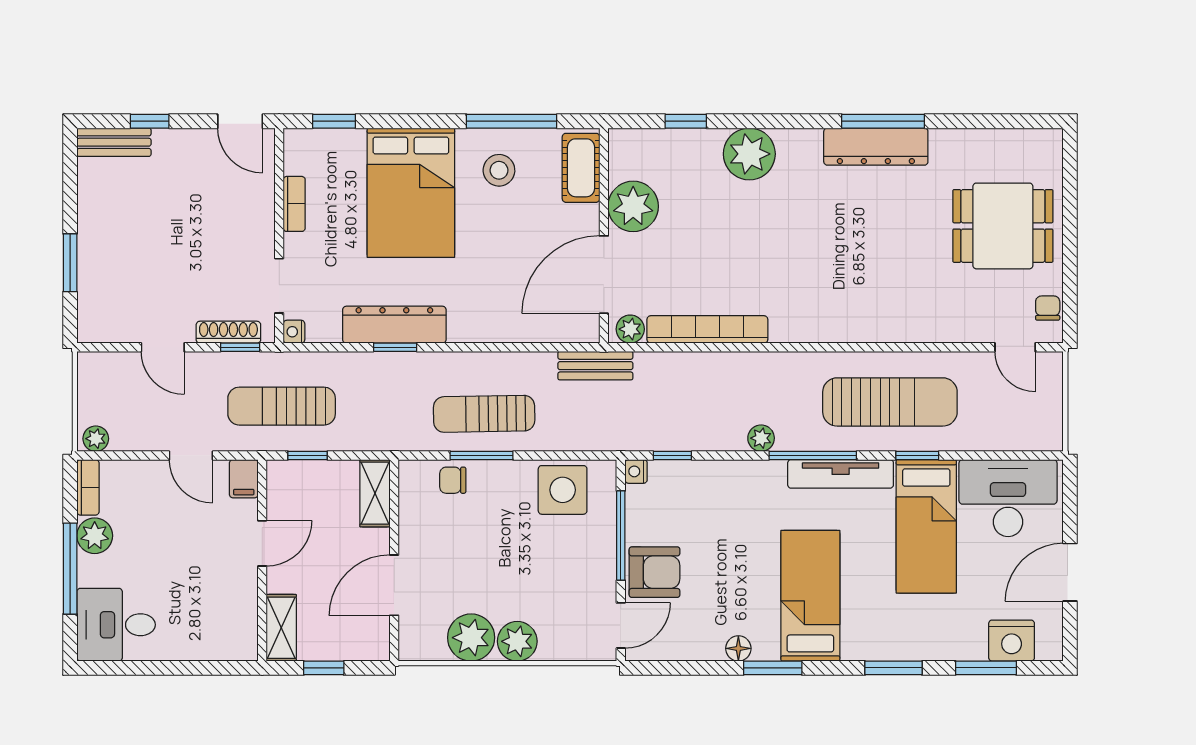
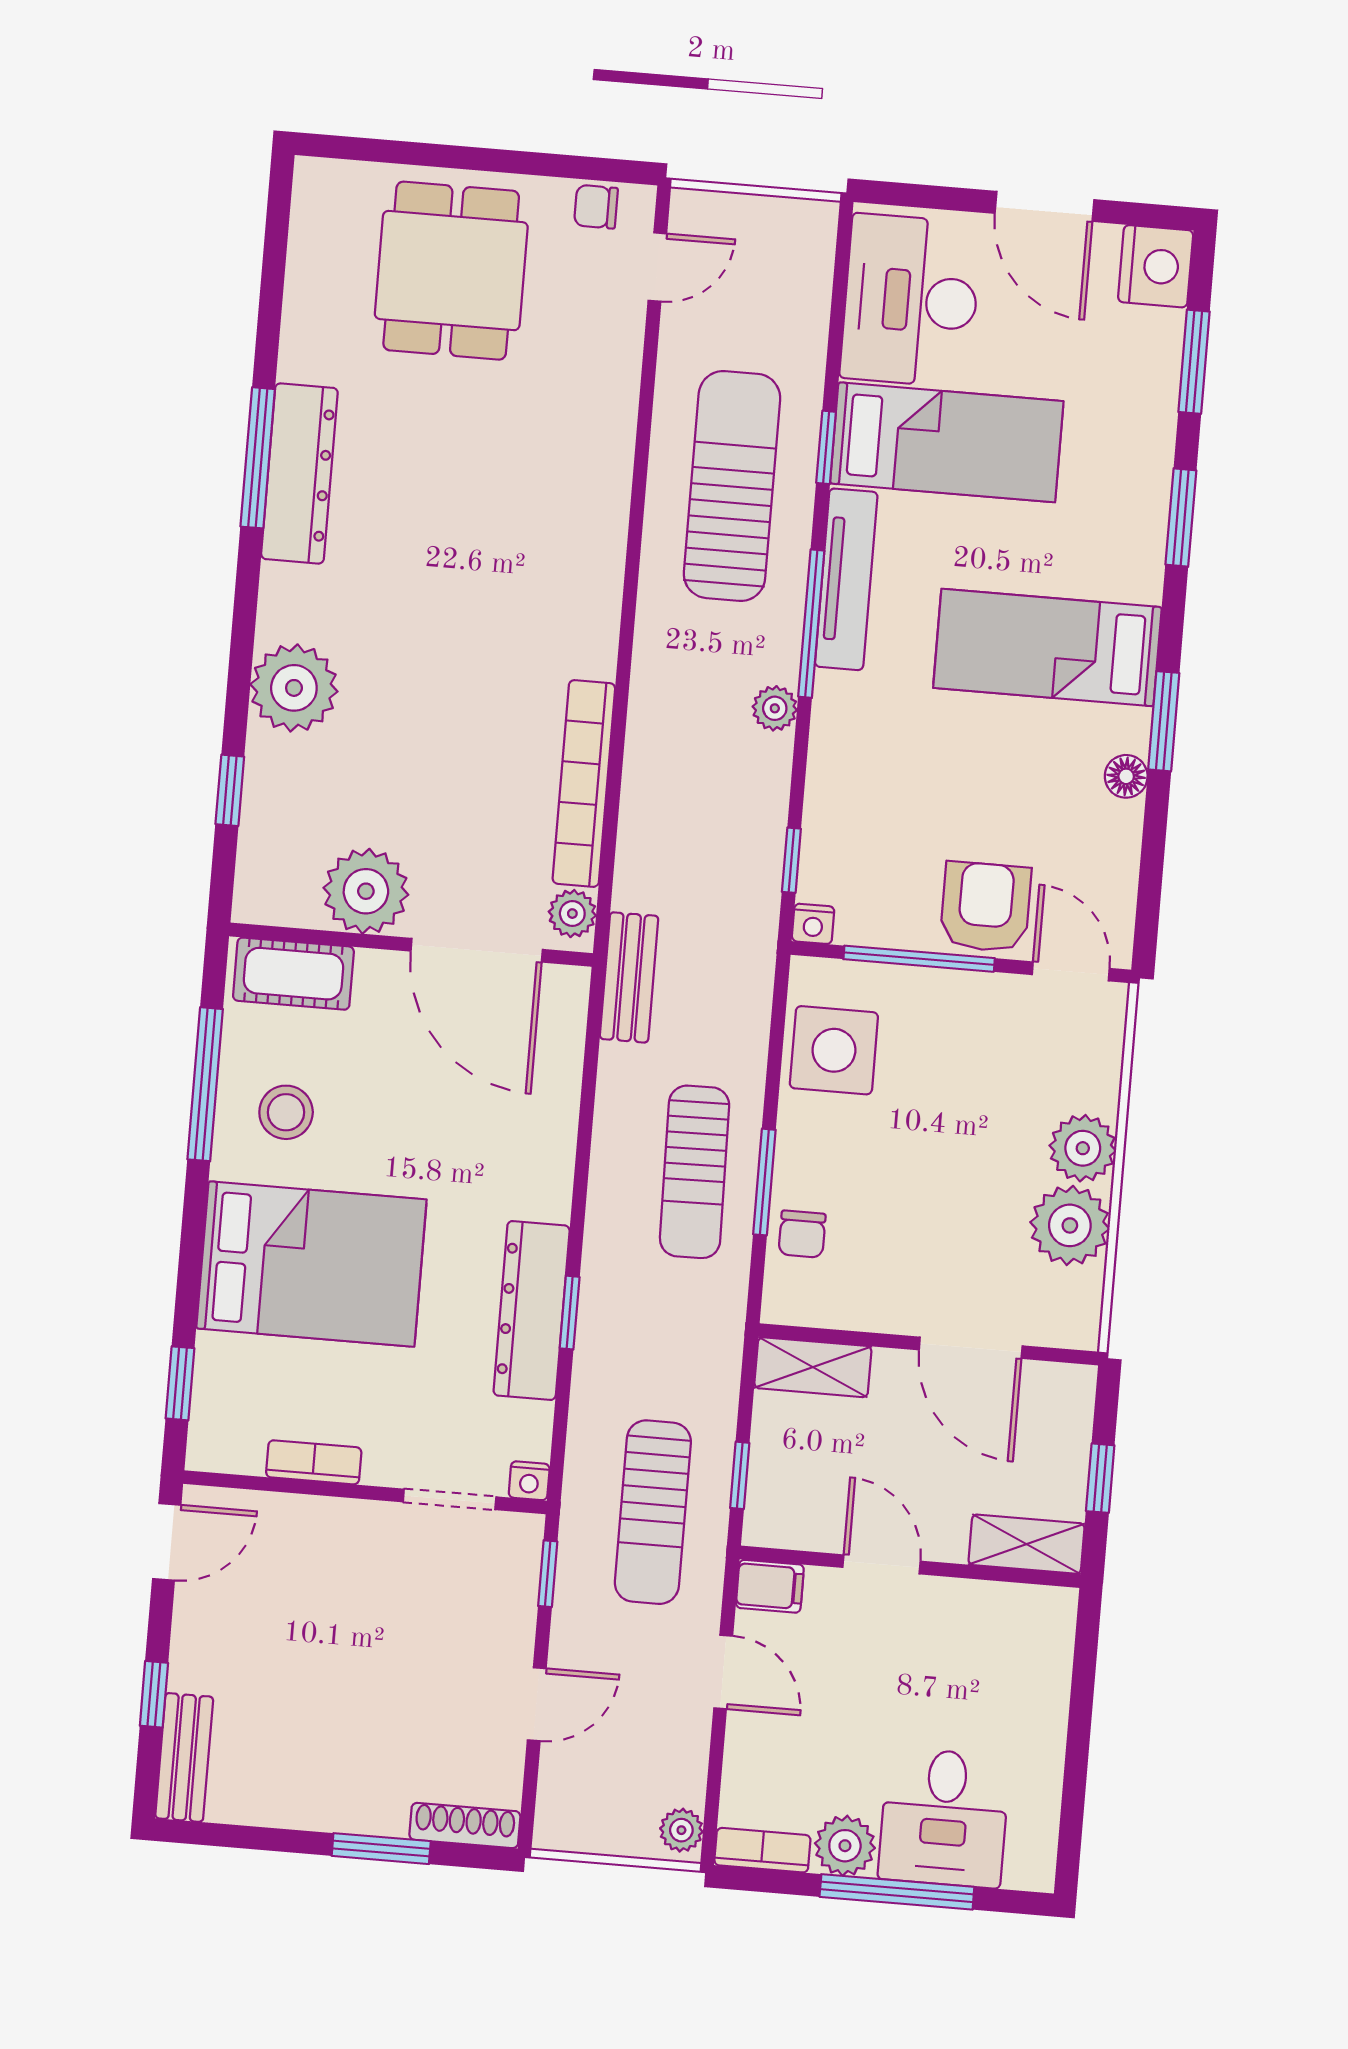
shoe rack: (228, 332) -> (465, 1825), moved, turned 90
door: (191, 455) -> (723, 1672), hinge flipped
desk: (116, 625) -> (944, 1818), moved
nightstand: (1012, 641) -> (1156, 266), moved

